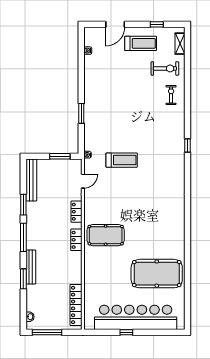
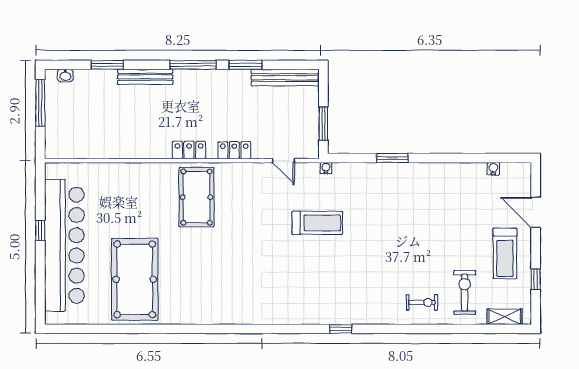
exercise bike: (165, 68) -> (465, 292), turned 180
treadmill: (122, 160) -> (317, 223), turned -90
window: (23, 279) -> (107, 65), moved
locker: (76, 305) -> (84, 149), removed

